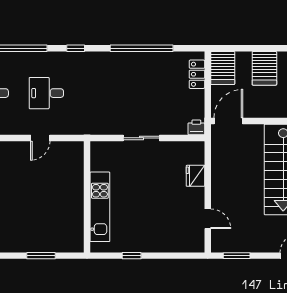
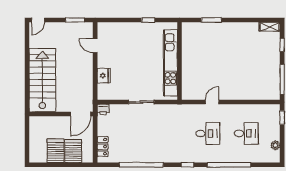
server rack: (223, 68) -> (73, 151), moved
kitchen unit: (100, 207) -> (170, 63), width x1.36

